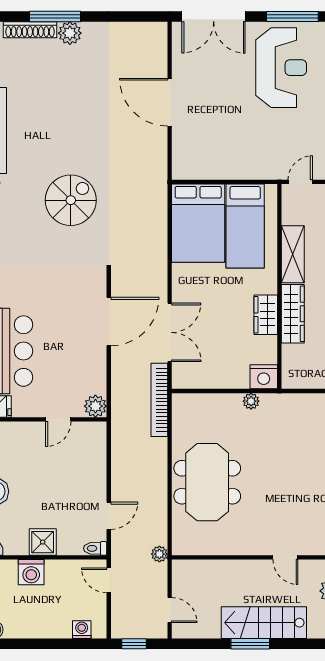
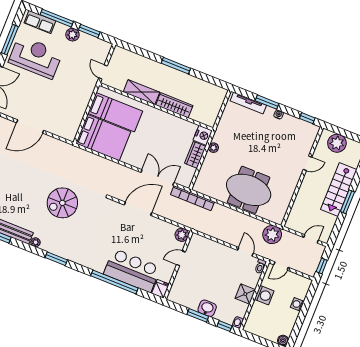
spiral stairs: (71, 200) -> (62, 203), turned -90
wardrobe: (266, 315) -> (195, 155), moved, turned 90
door: (109, 322) -> (138, 209), hinge flipped
door: (58, 419) -> (181, 258), swing flipped
plant: (159, 554) -> (272, 235), width x1.88, depth x1.88
washing machine: (31, 572) -> (264, 295), moved
washing machine: (82, 630) -> (297, 304), moved

